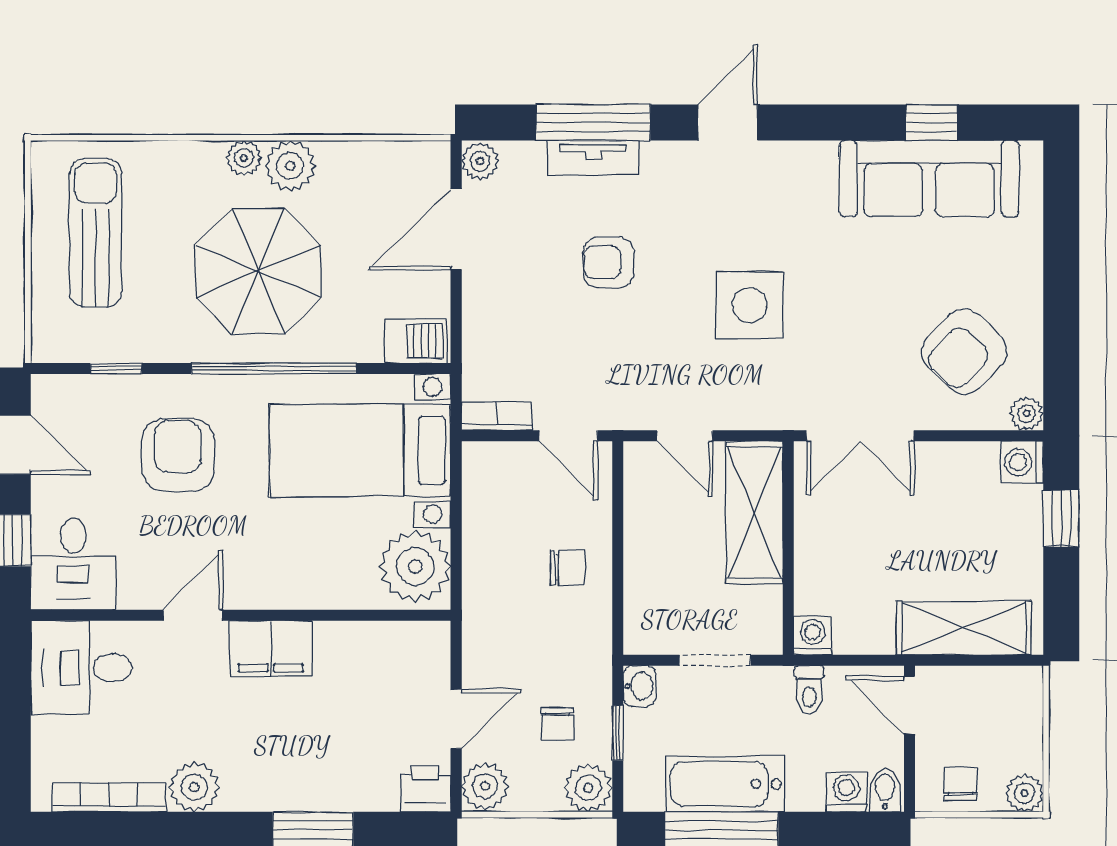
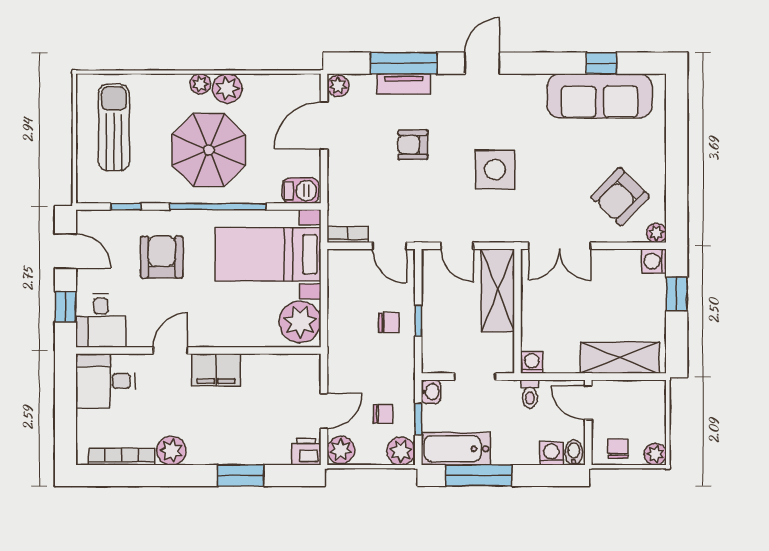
window: (618, 565) -> (418, 321), added
chair: (557, 724) -> (383, 414), turned -90
bathtub: (725, 784) -> (456, 449), moved

